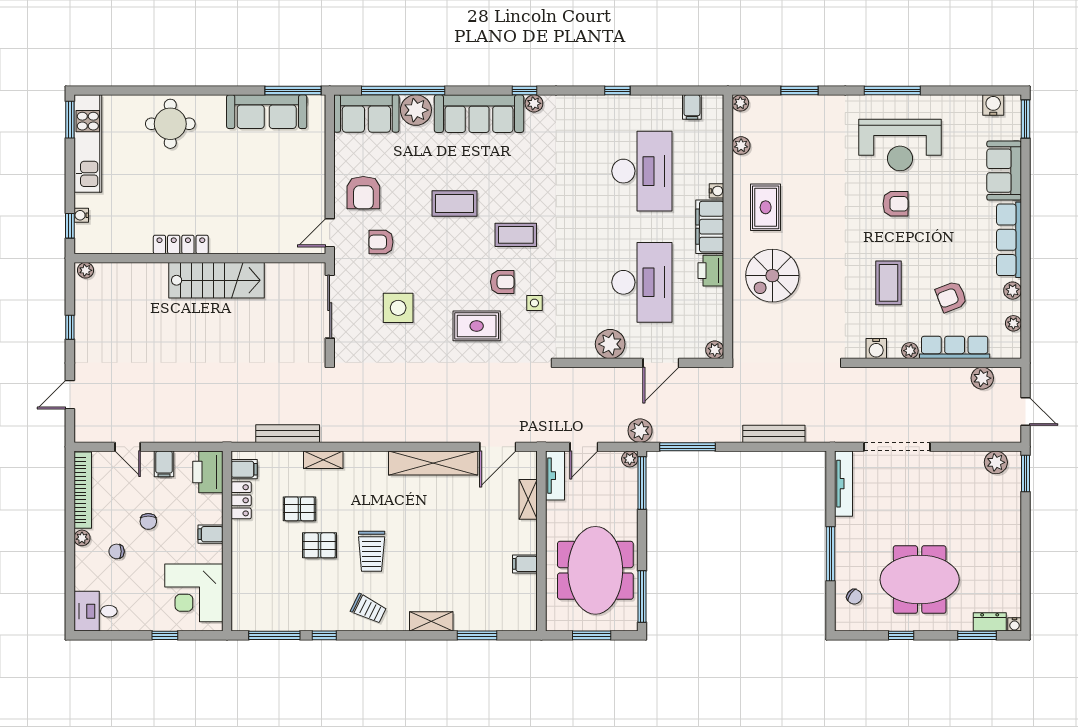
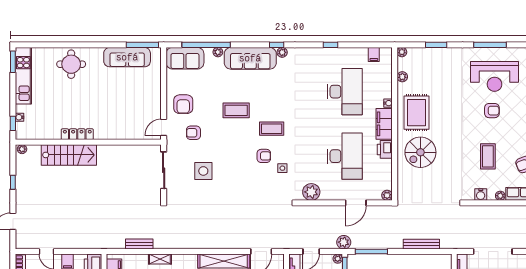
plant: (416, 110) -> (218, 52), width x0.53, depth x0.53
rug: (766, 207) -> (417, 113), width x1.36, depth x1.43
stairs: (216, 280) -> (69, 155), moved
rug: (477, 326) -> (249, 181), removed
plant: (610, 344) -> (311, 192), moved
bench: (288, 434) -> (139, 244), width x0.73

